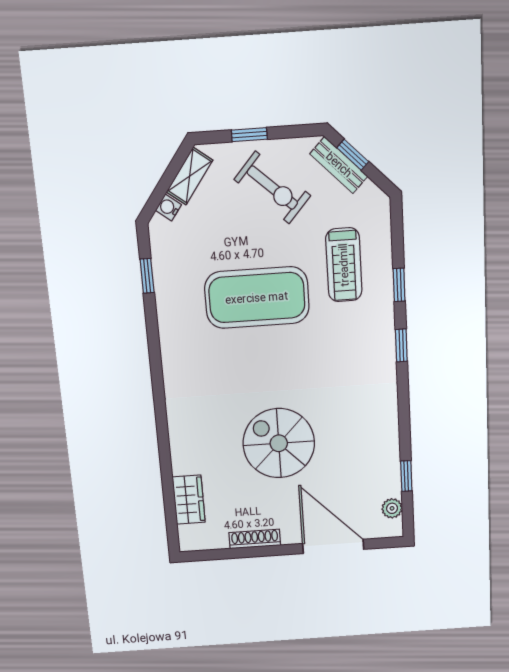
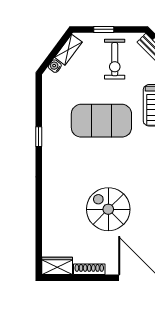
exercise bike: (272, 188) -> (115, 59), turned 48
window: (147, 276) -> (39, 137), moved
wardrobe: (189, 500) -> (57, 266), moved, turned -90

